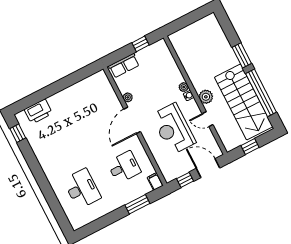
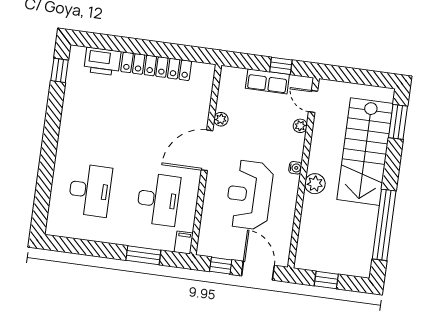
window: (242, 55) -> (398, 122), moved
row of seats: (124, 66) -> (267, 81), moved
plant: (184, 87) -> (300, 126), moved
locker: (70, 93) -> (156, 66), added
stairs: (244, 102) -> (365, 152), moved
door: (208, 119) -> (313, 101), moved
desk: (124, 167) -> (158, 199), width x1.37

